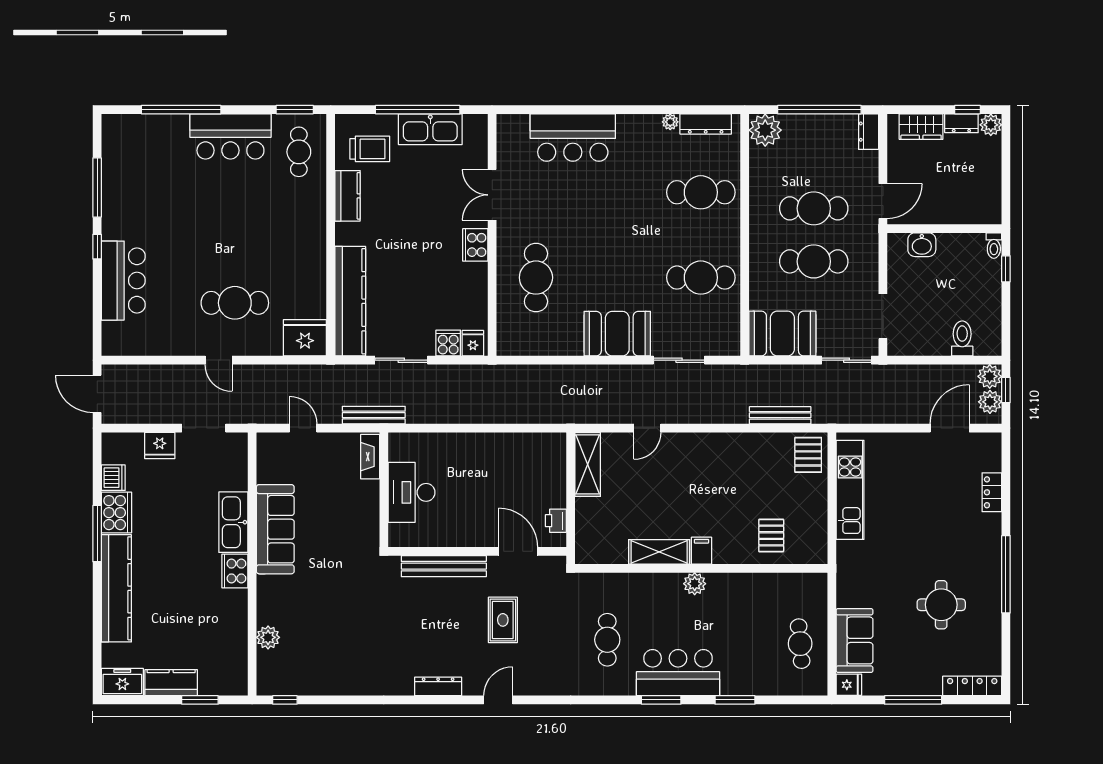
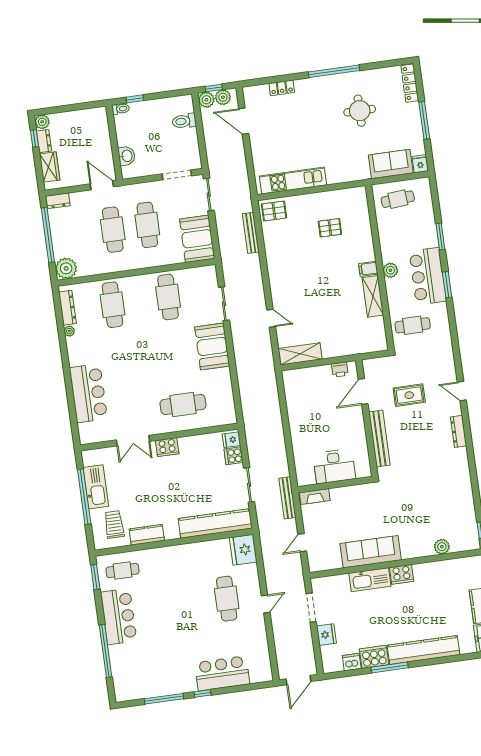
filing cabinet: (701, 551) -> (368, 269), moved
shelving: (659, 552) -> (373, 296), moved
wall: (701, 568) -> (380, 267), moved
plant: (695, 584) -> (390, 270), moved

